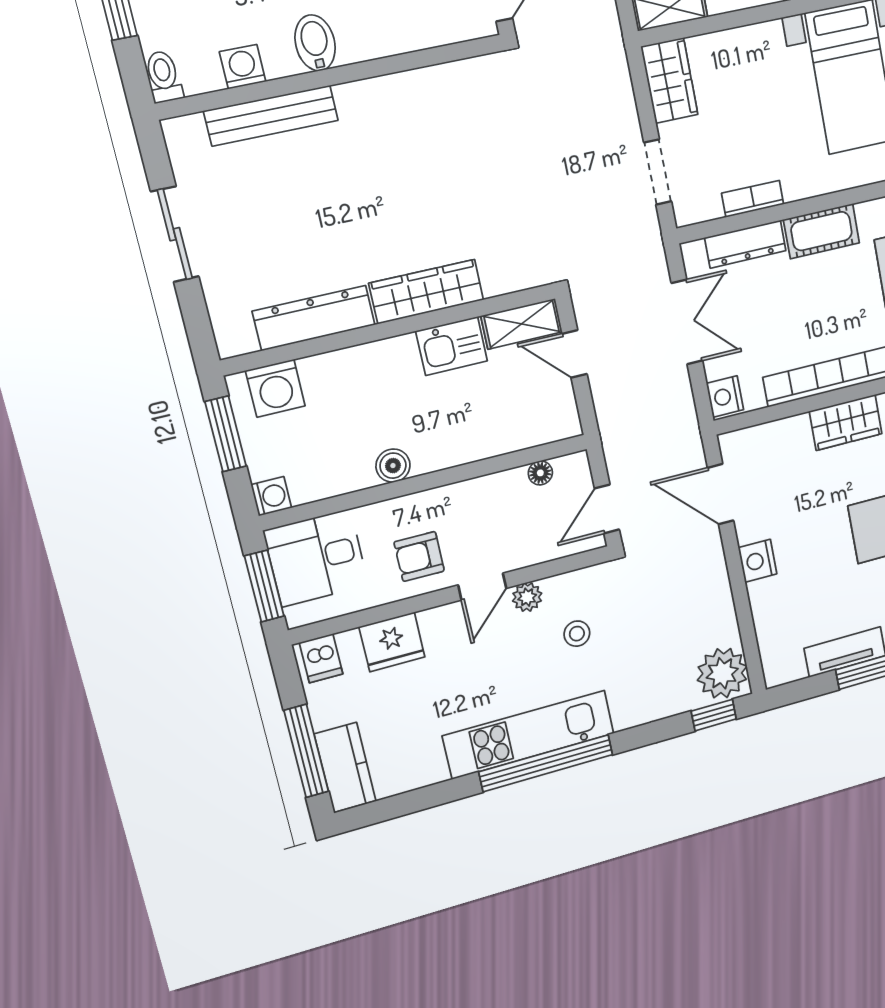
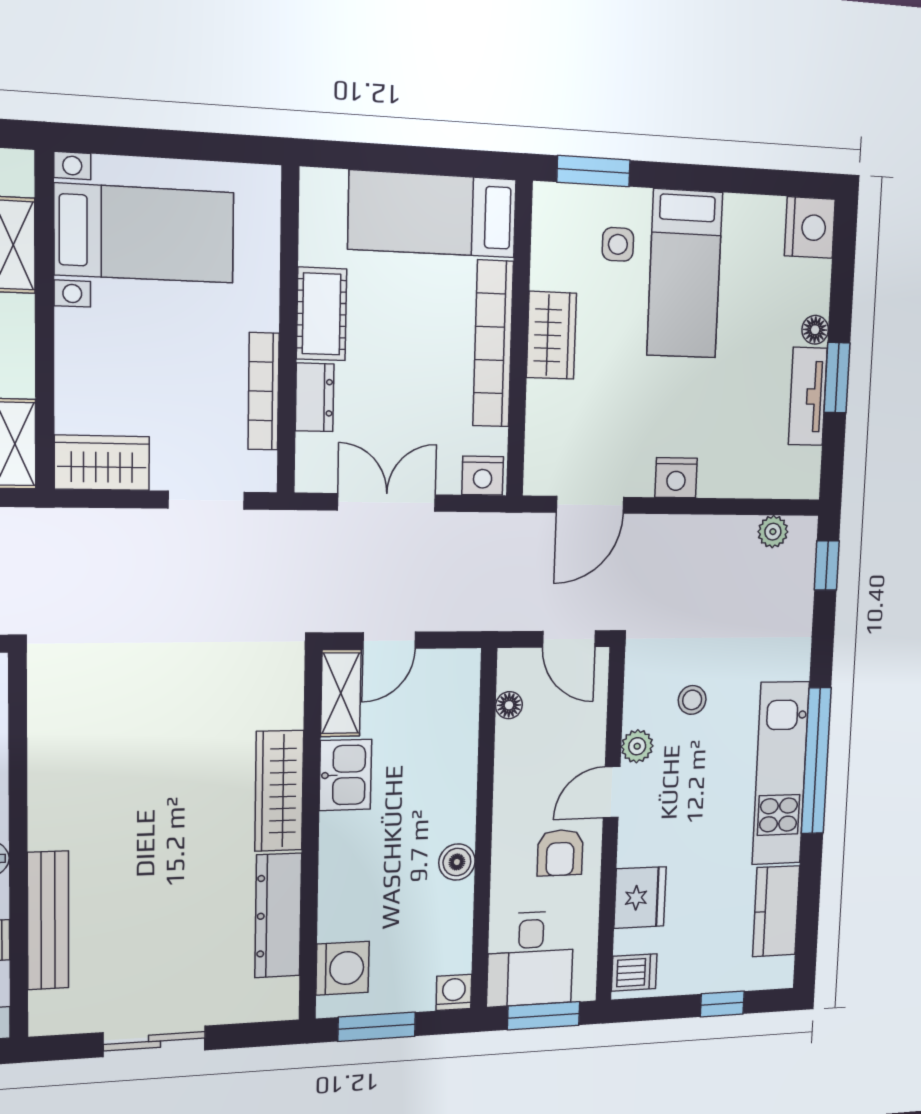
bookcase: (753, 199) -> (264, 391), width x1.56
dresser: (745, 244) -> (315, 397), width x0.70
door: (482, 587) -> (612, 792), swing flipped
plant: (722, 673) -> (773, 532), width x0.53, depth x0.53
window: (306, 751) -> (722, 1004), width x0.46
kitchen counter: (345, 768) -> (776, 911), moved, turned -90

